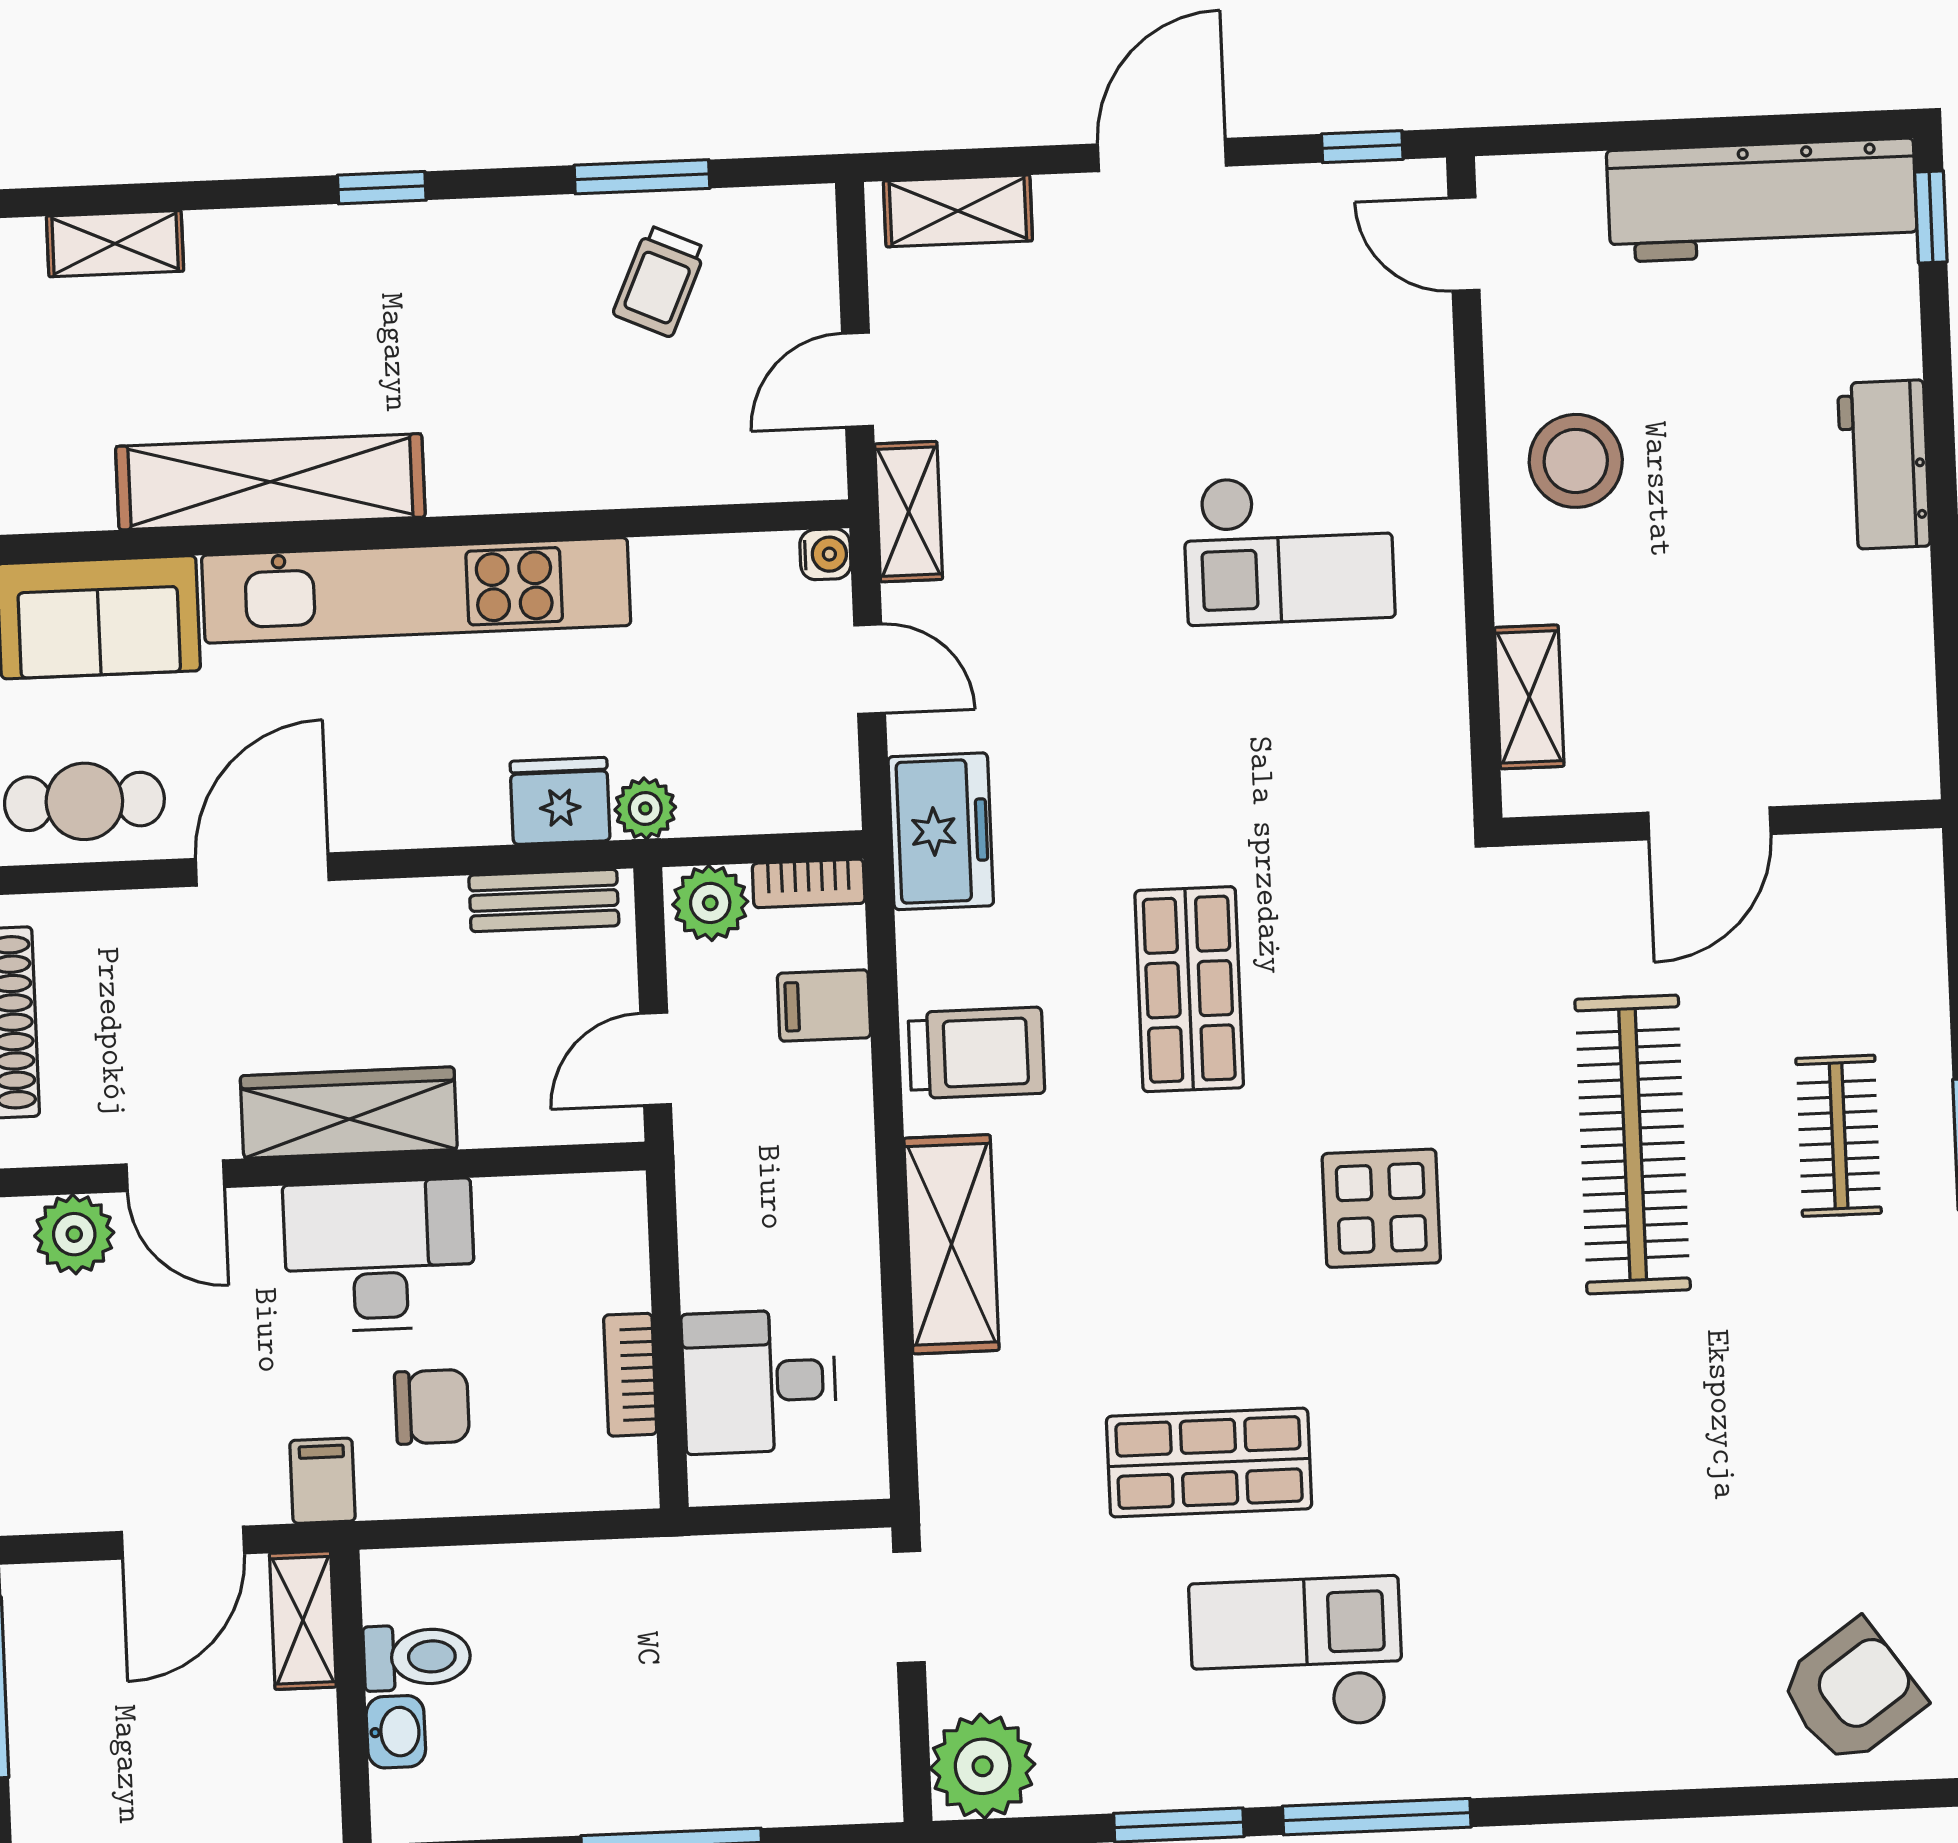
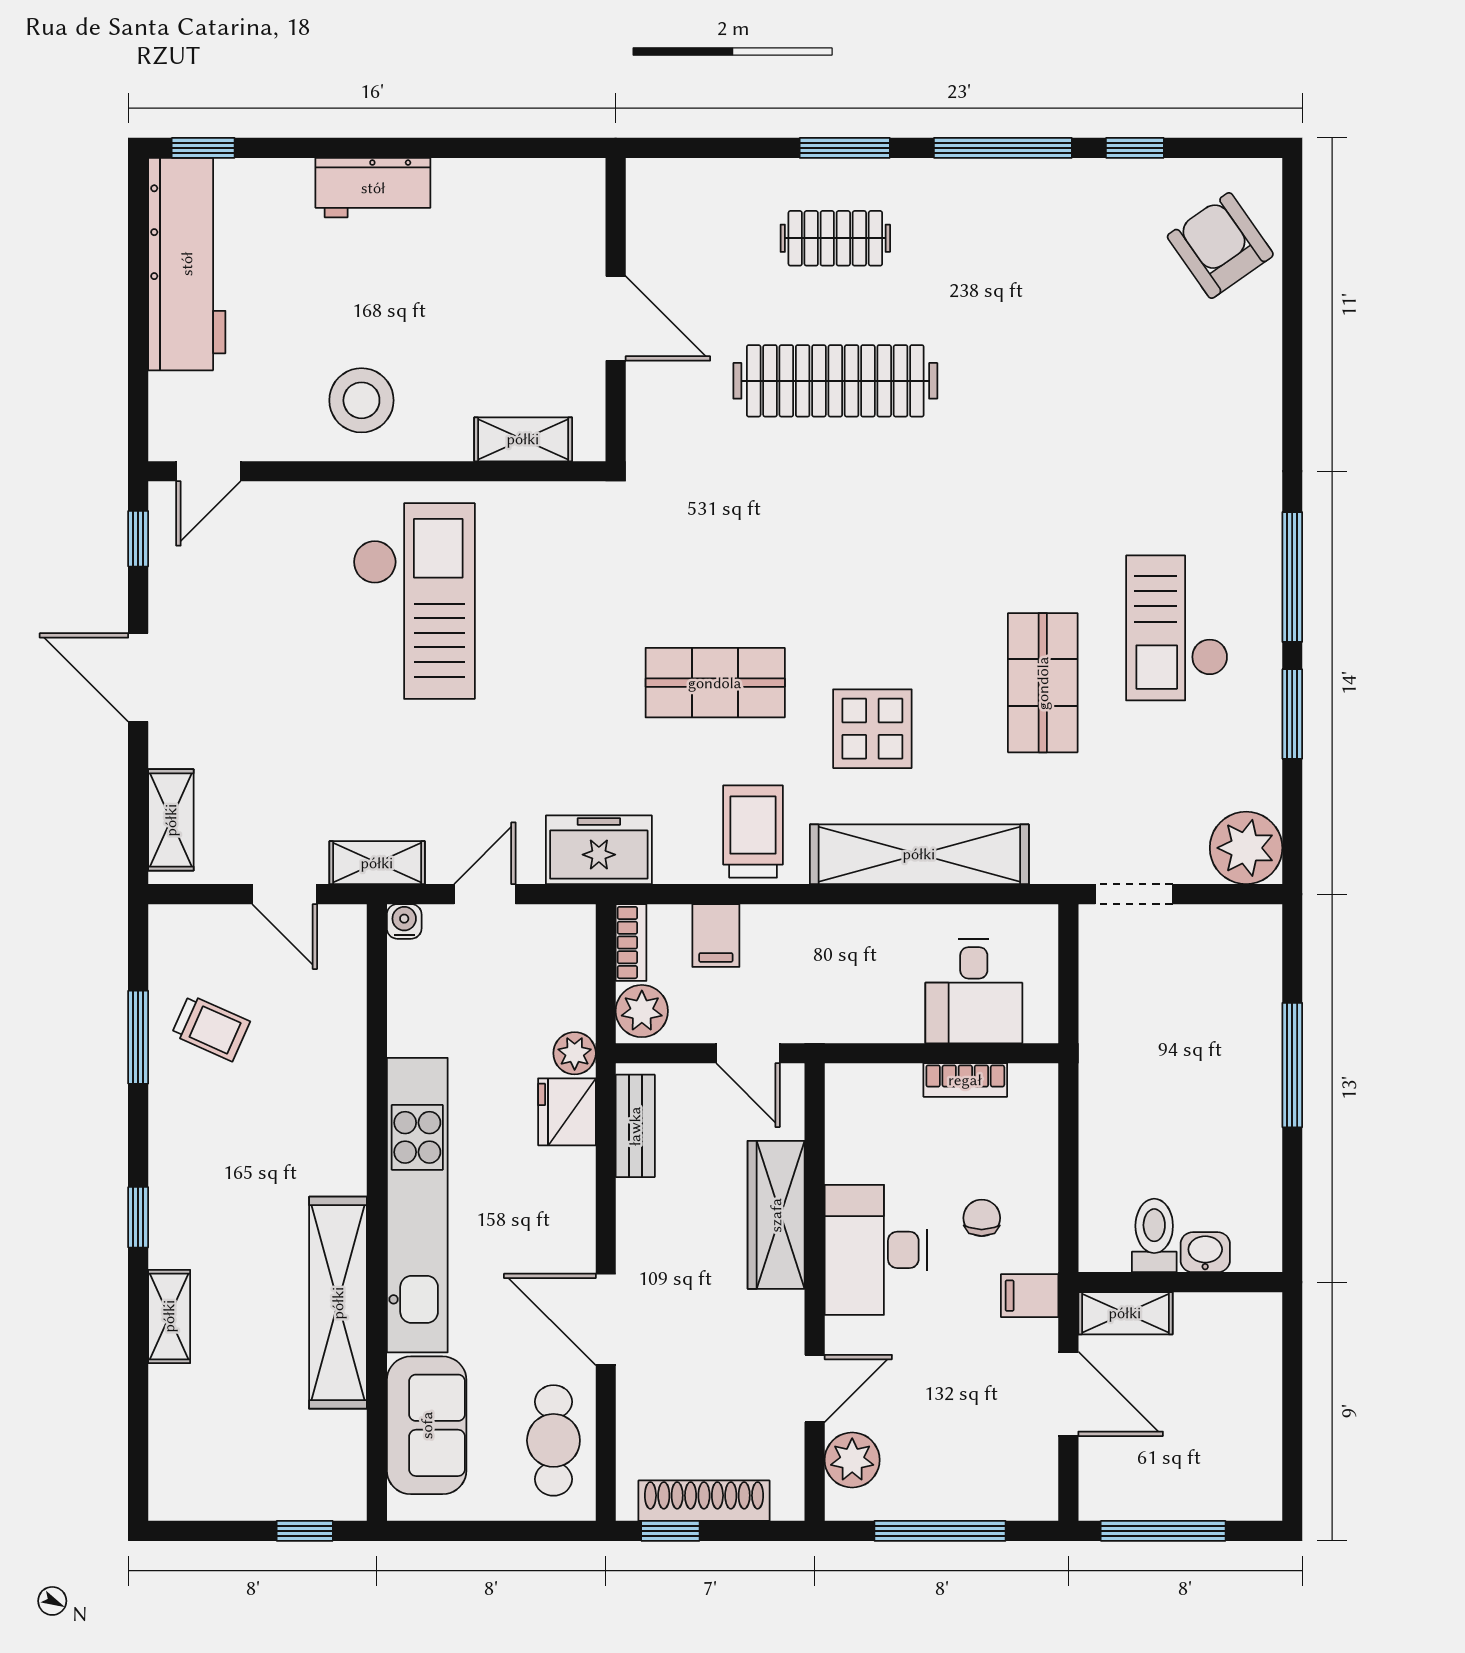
shelving: (115, 244) -> (169, 1316), moved
checkout: (1289, 549) -> (414, 601), width x1.36, depth x1.21
wardrobe: (349, 1113) -> (776, 1215), moved
display table: (1381, 1208) -> (872, 729), moved
shelving: (951, 1244) -> (919, 854), width x1.47
chair: (432, 1407) -> (982, 1218), width x0.73, depth x0.73

